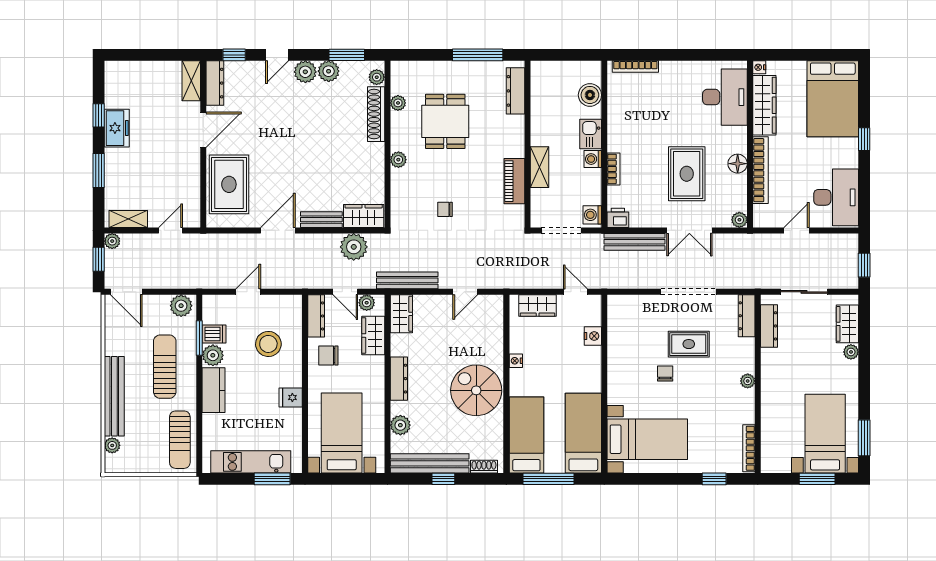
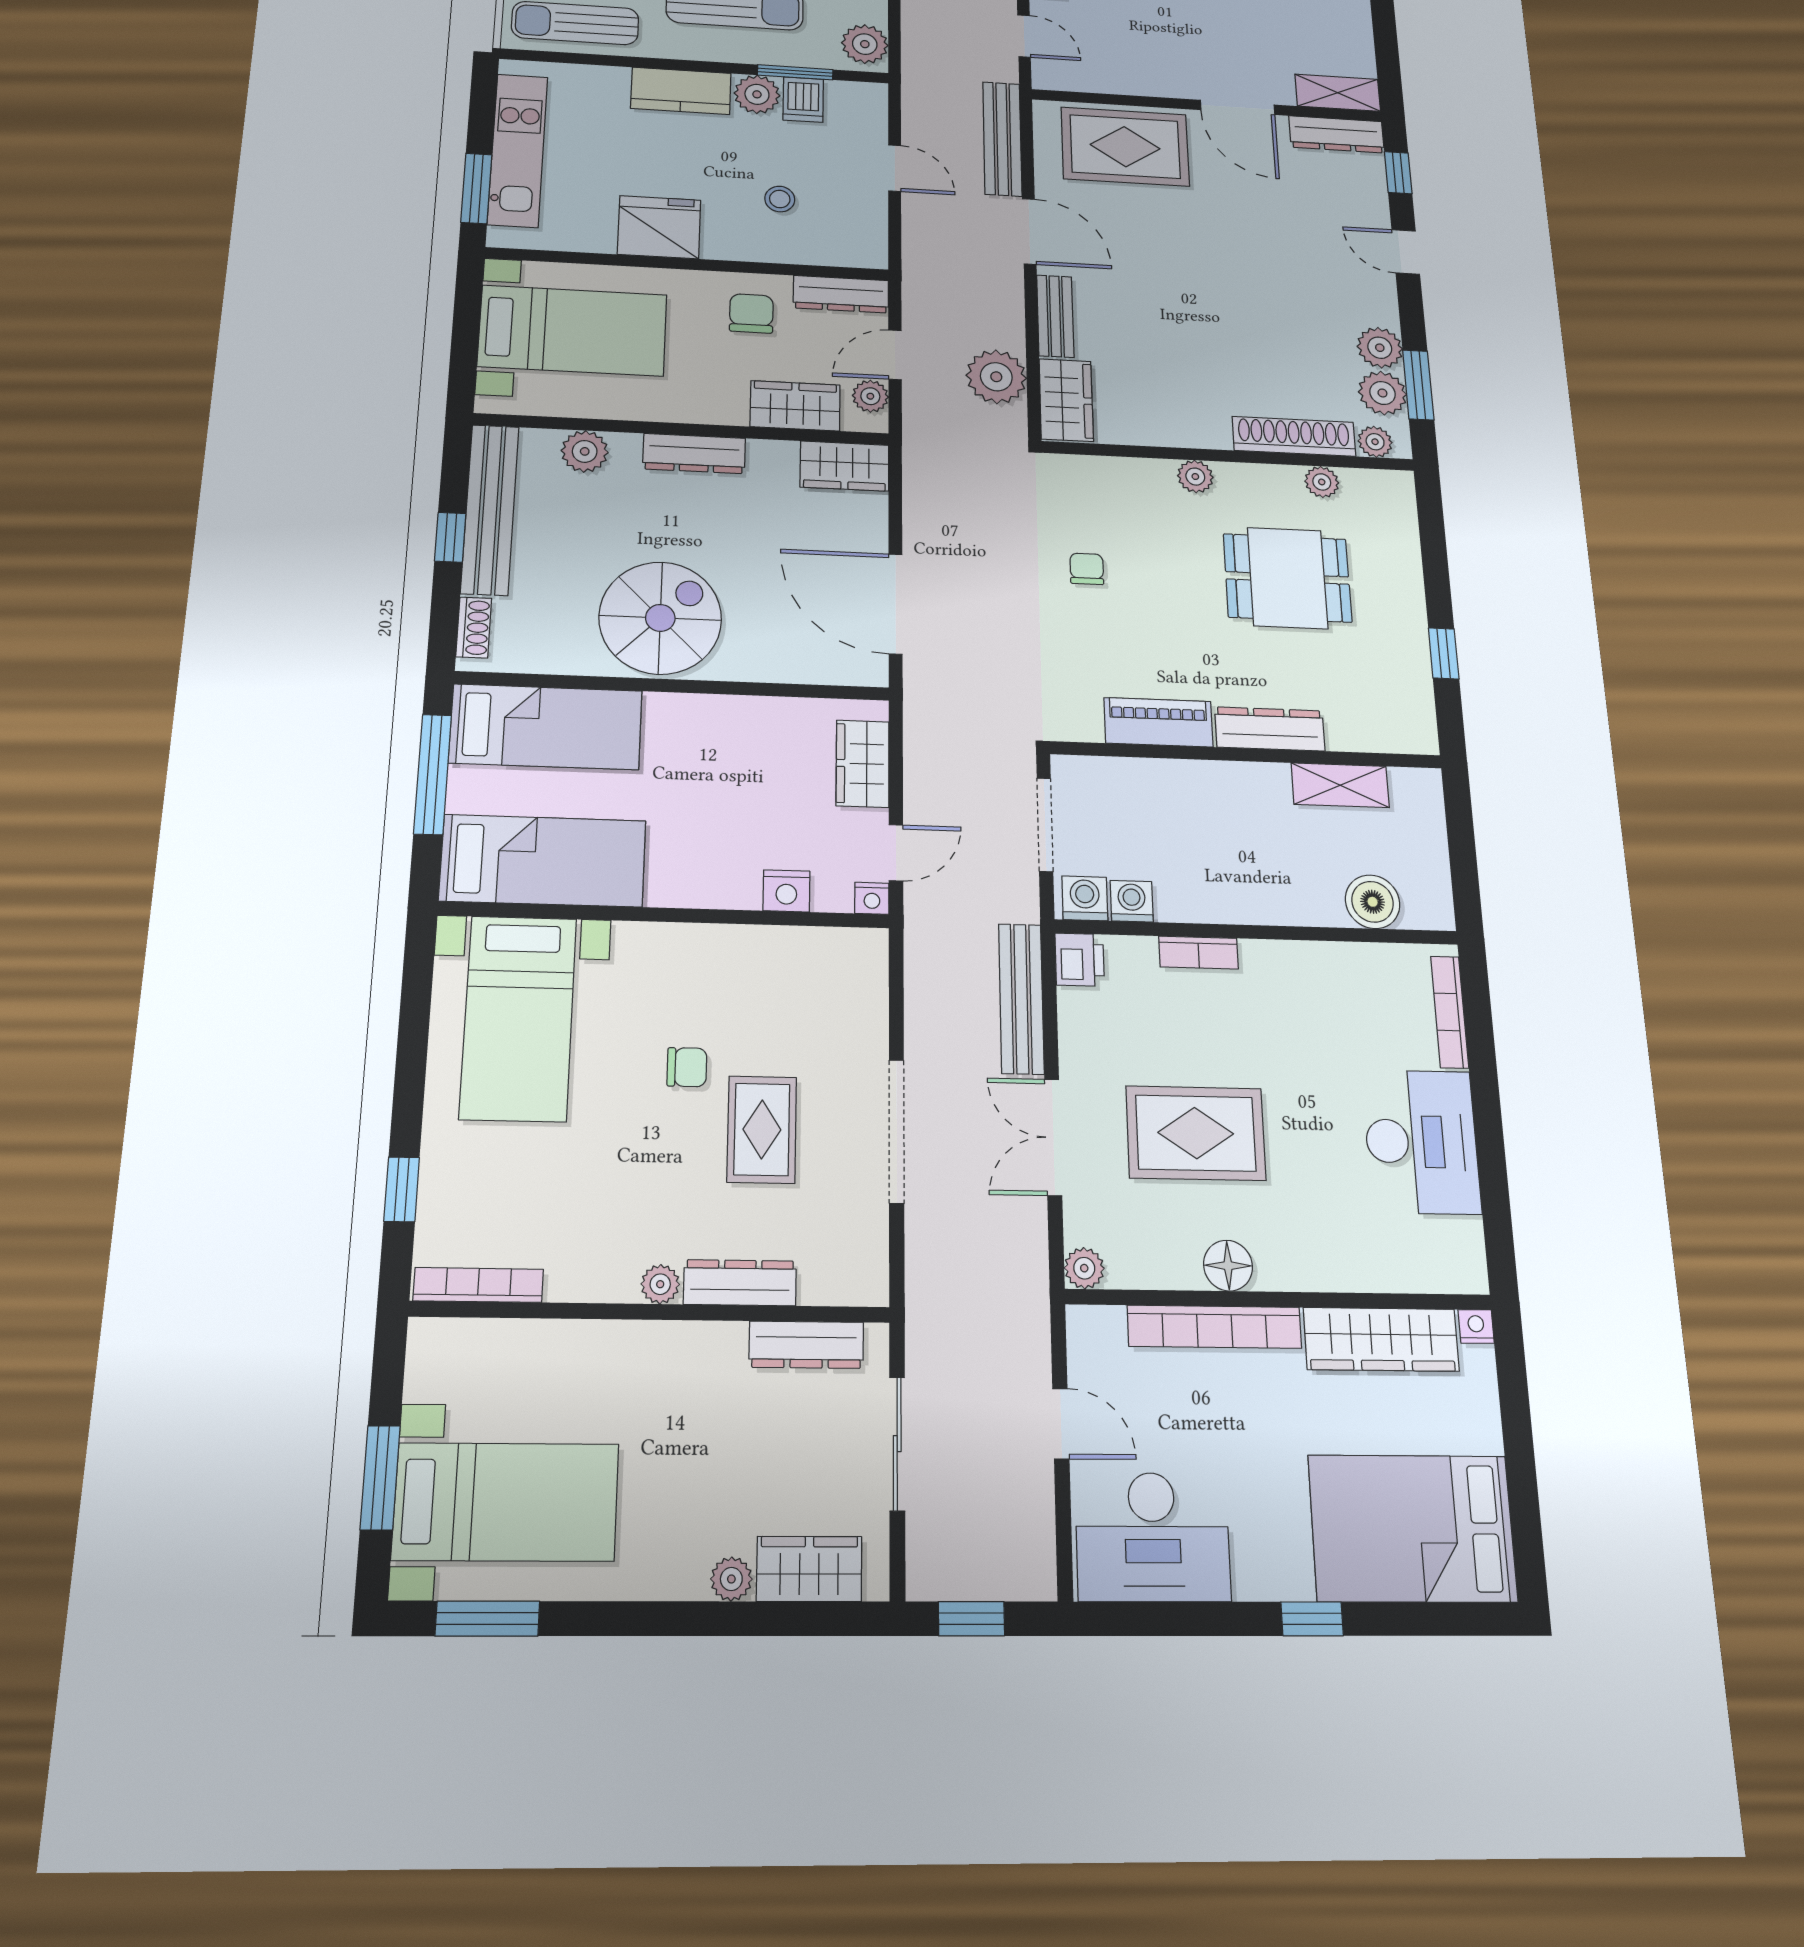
window: (478, 55) -> (1444, 653), width x0.46
plant: (305, 72) -> (1382, 393), moved
dresser: (516, 91) -> (1270, 729), moved
desk: (725, 97) -> (1421, 1142), moved, turned -90
kitchen sink: (591, 134) -> (1280, 900), removed
washing machine: (593, 159) -> (1132, 901), moved
shelving: (540, 167) -> (1340, 785), moved
bench: (407, 280) -> (1002, 139), moved
door: (465, 292) -> (896, 604), width x1.88
dresser: (747, 316) -> (740, 1283), moved
stool: (268, 344) -> (780, 199), width x0.53, depth x0.53
nightstand: (516, 361) -> (872, 898), moved, turned 180
fridge: (291, 397) -> (659, 227), width x1.88, depth x1.34

